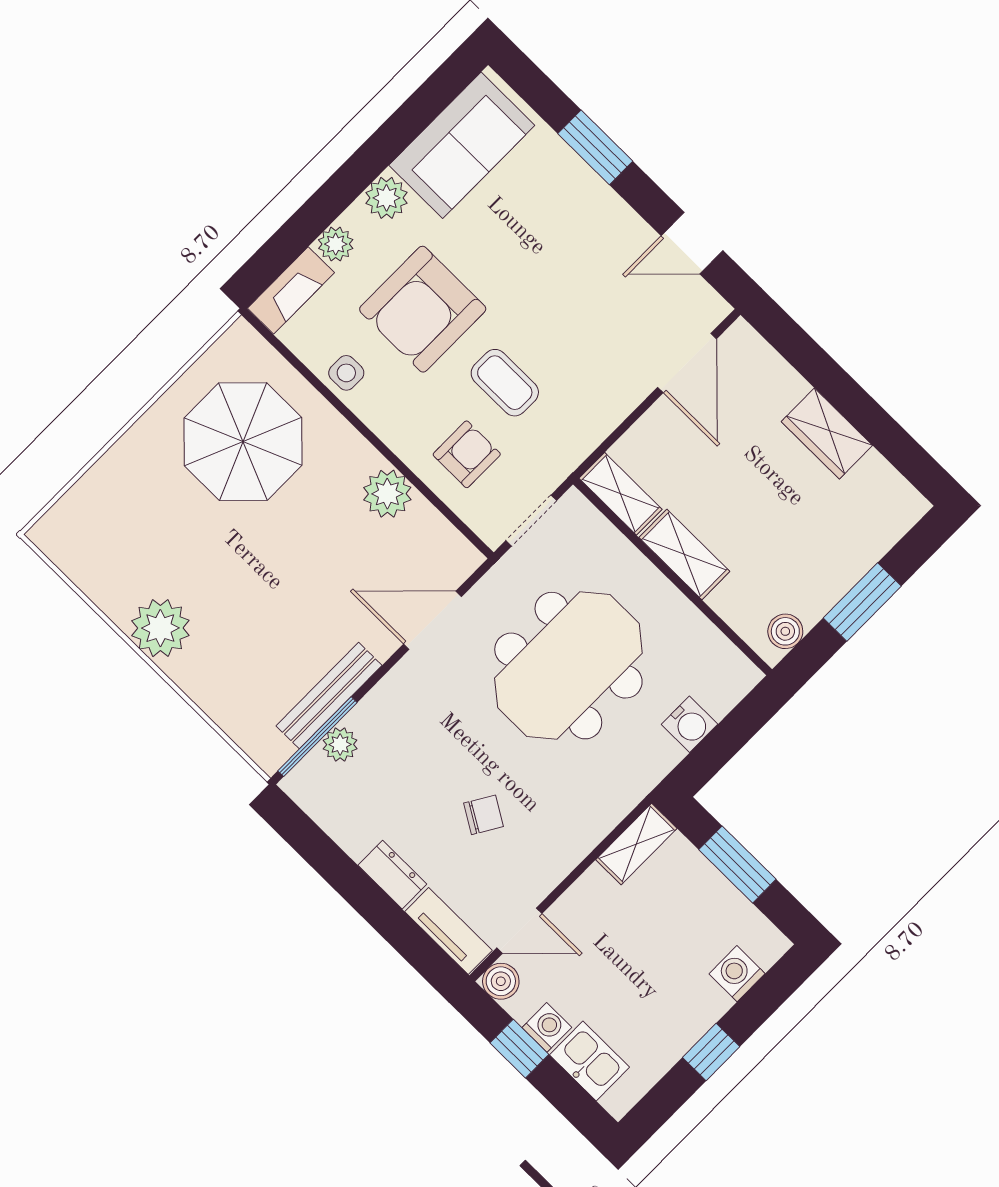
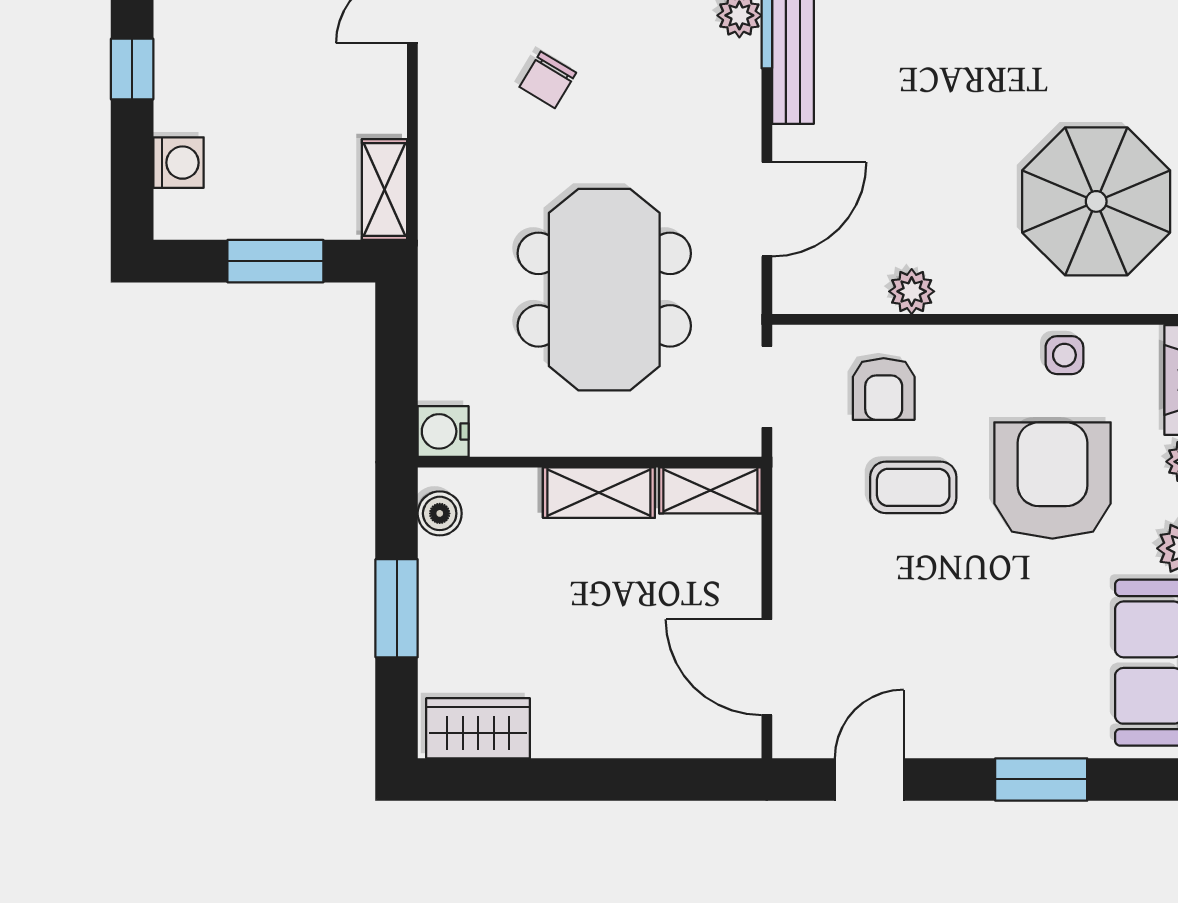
wardrobe: (827, 434) -> (478, 728), moved
plant: (387, 494) -> (912, 291), width x0.73, depth x0.73
water cooler: (690, 724) -> (443, 431), moved

